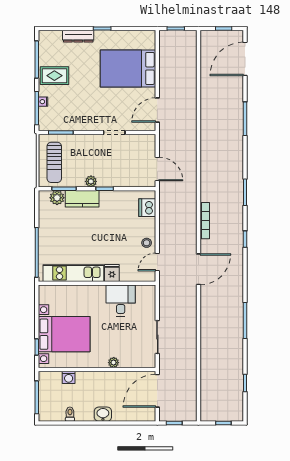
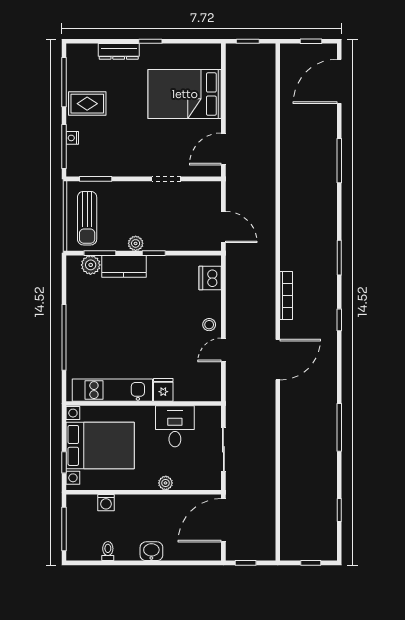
kitchen unit: (73, 273) -> (112, 390), moved
fridge: (112, 273) -> (163, 390), moved
wall: (97, 283) -> (144, 403), moved
desk: (121, 301) -> (175, 426), moved

